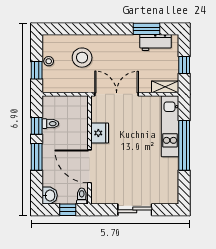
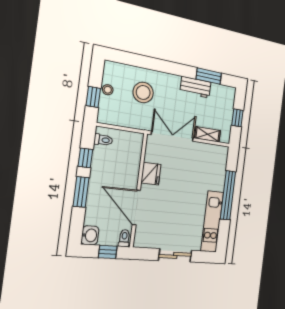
workbench: (155, 43) -> (196, 87), moved
shelving: (165, 87) -> (208, 134), moved
toilet: (50, 124) -> (103, 140), moved
kitchen unit: (170, 126) -> (212, 222), moved

